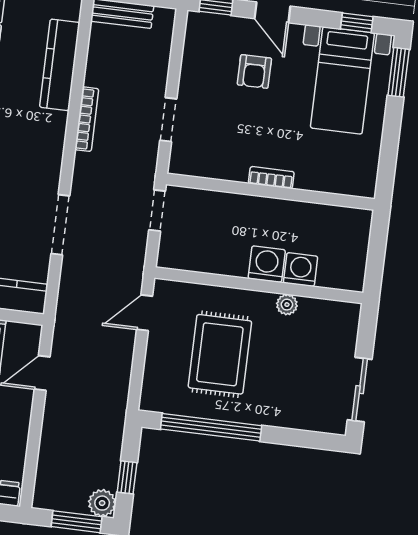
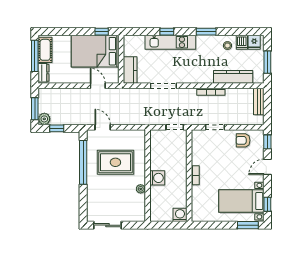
armchair: (254, 71) -> (243, 140), moved
washing machine: (301, 270) -> (180, 215), moved, turned -90
door: (145, 313) -> (103, 127), moved

